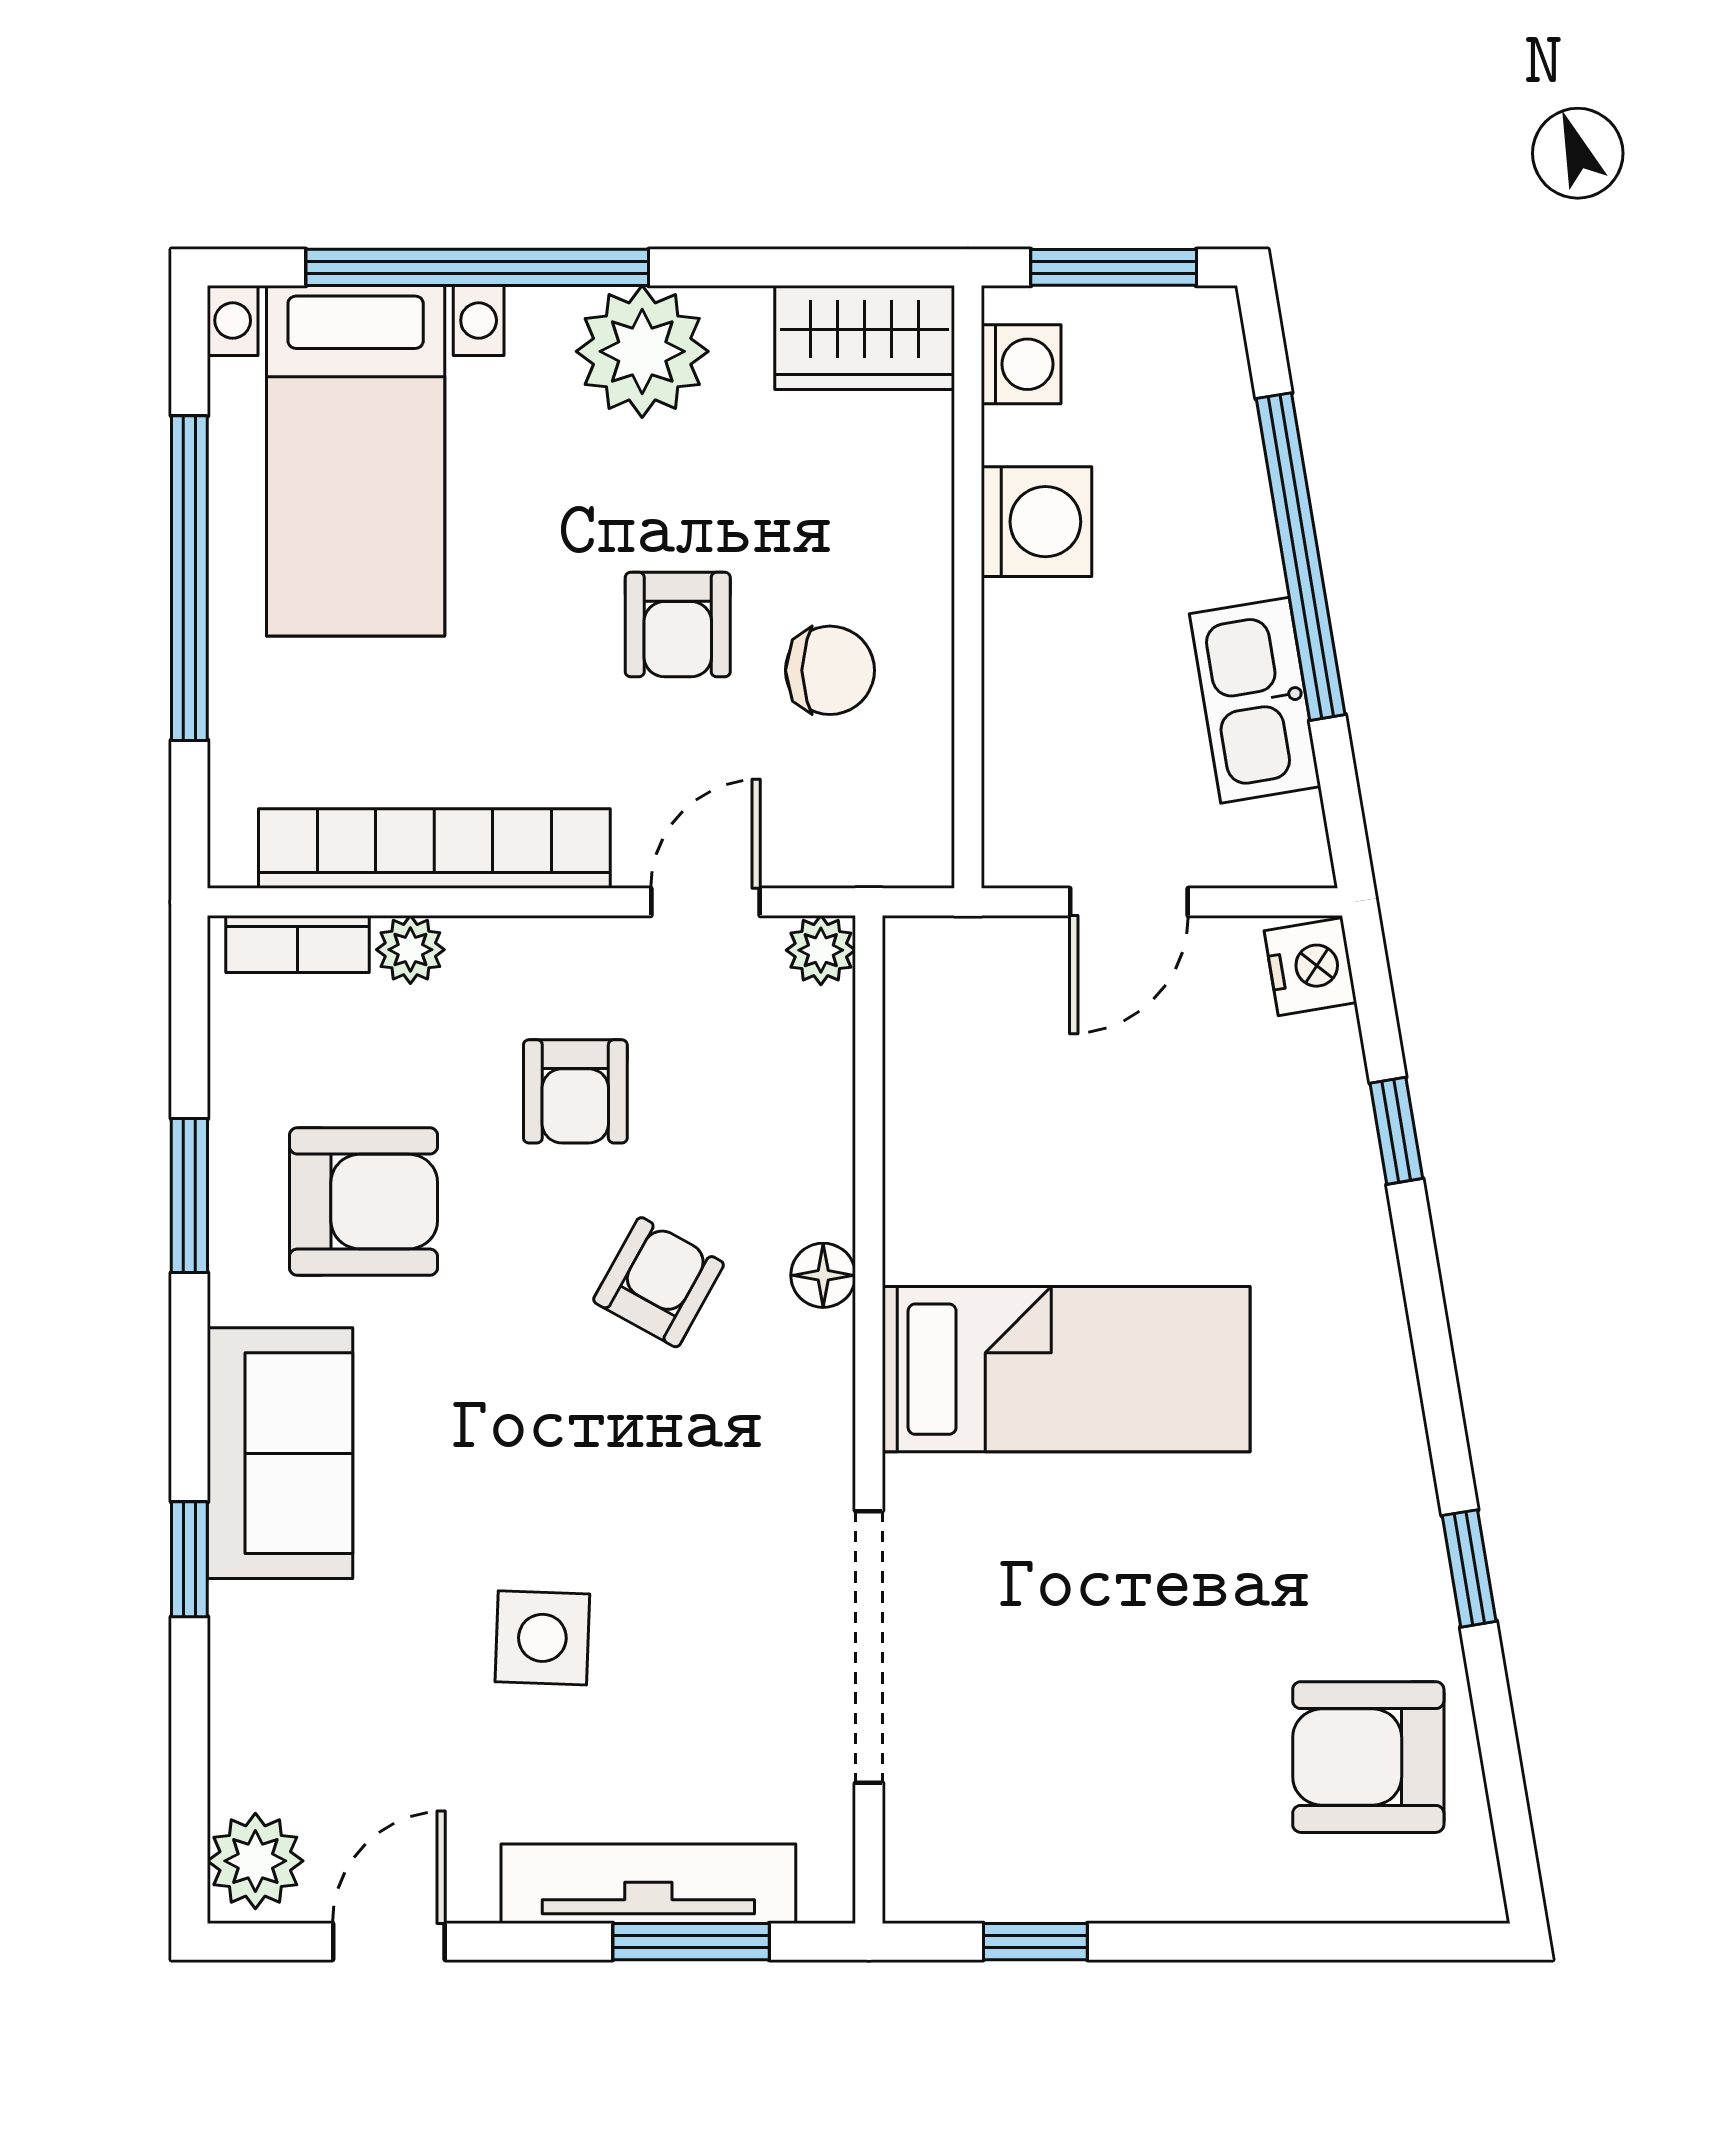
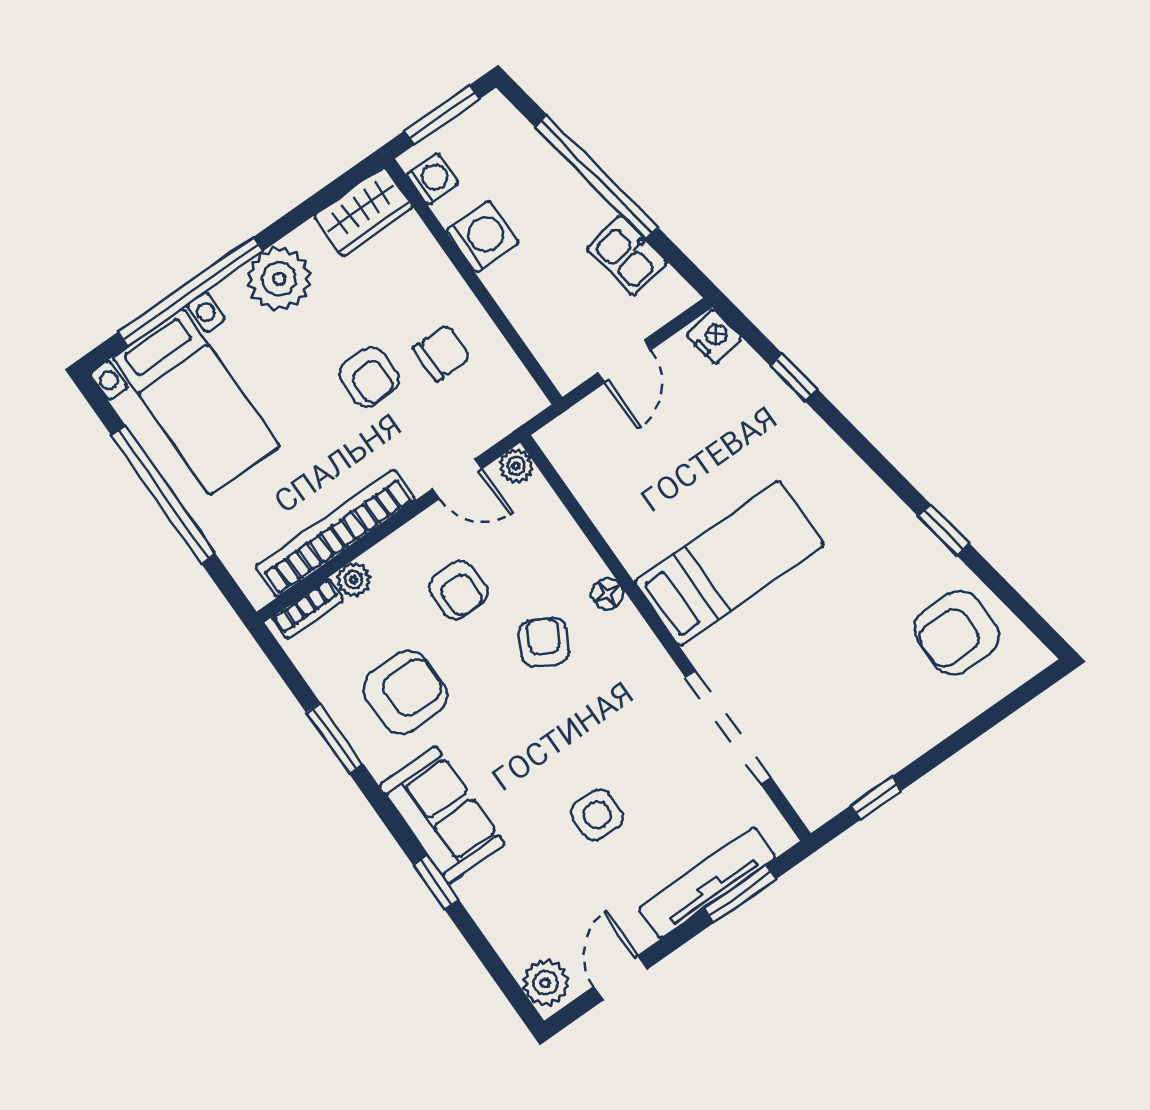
kitchen sink: (1255, 700) -> (627, 256), width x0.73
door: (706, 902) -> (457, 479), swing flipped

